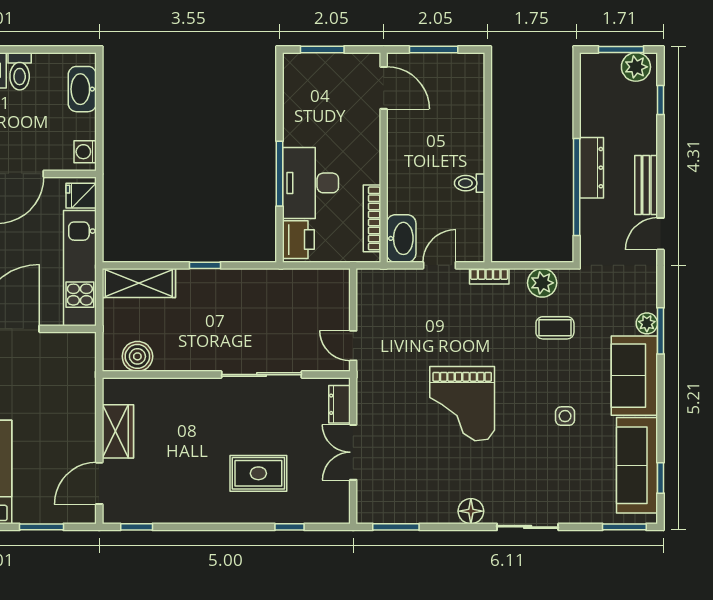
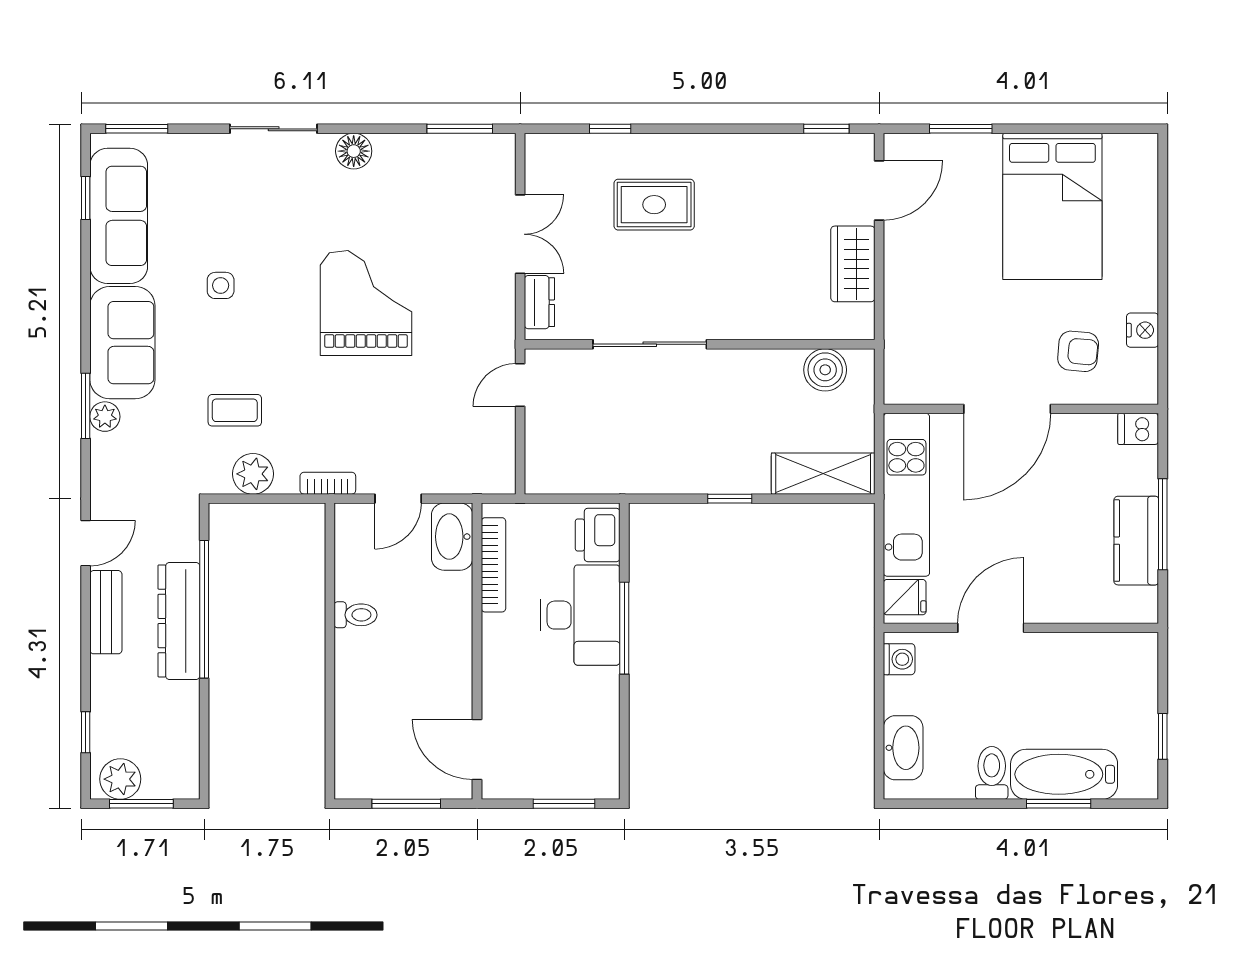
dresser: (592, 168) -> (179, 621), width x1.37, depth x1.24
door: (353, 346) -> (520, 385), swing flipped

